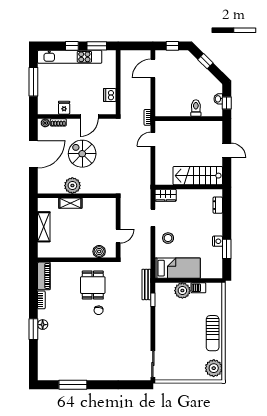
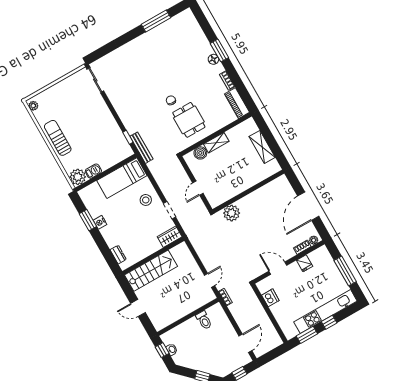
toilet: (196, 108) -> (204, 320), moved
door: (89, 116) -> (278, 268), hinge flipped
spiral stairs: (82, 154) -> (265, 231), removed
plant: (72, 186) -> (232, 213), moved
shelving: (70, 203) -> (216, 143), moved
door: (118, 236) -> (198, 188), moved
plant: (182, 291) -> (78, 177), moved
plant: (214, 368) -> (33, 106), width x0.53, depth x0.53

